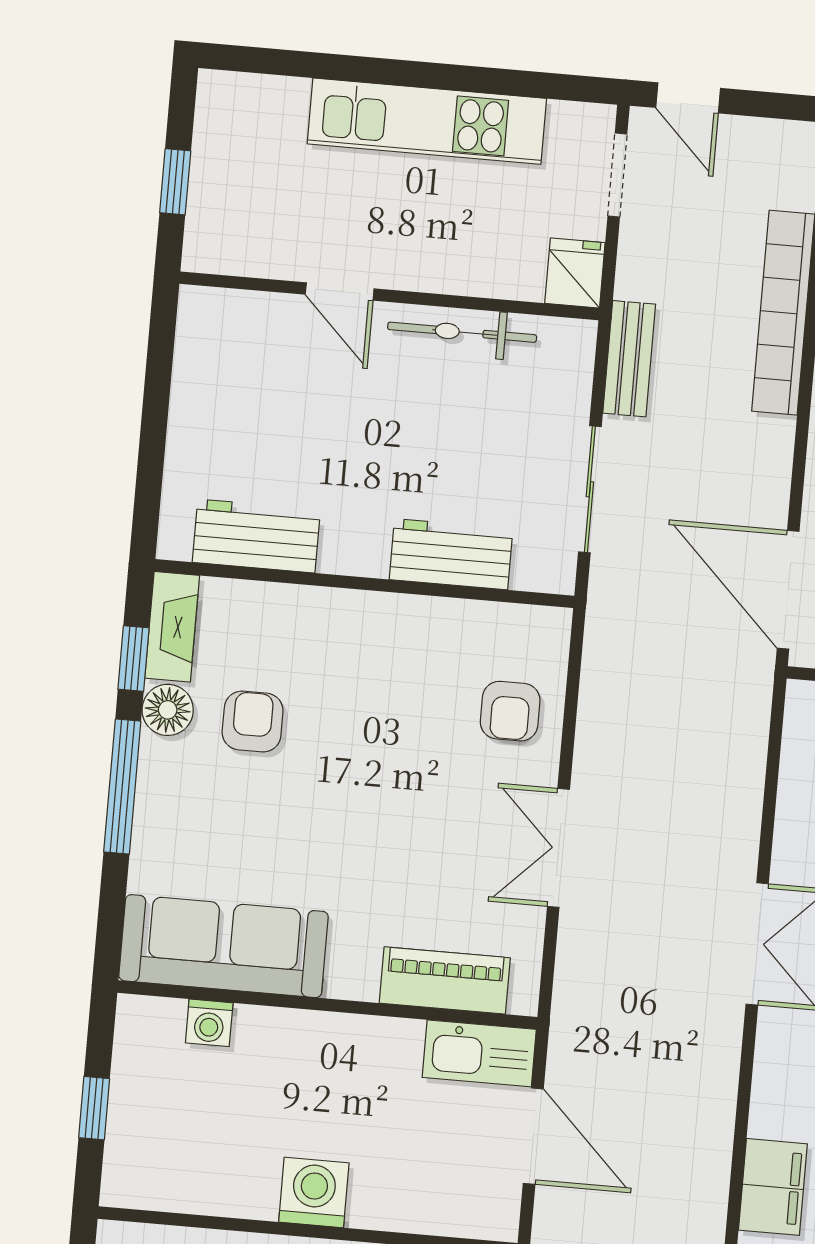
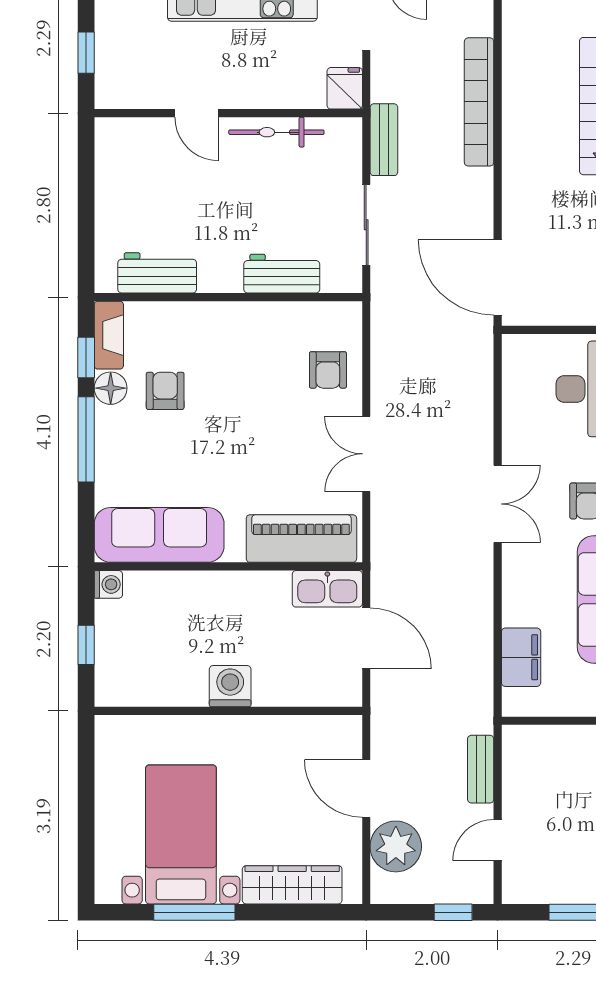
piano: (445, 980) -> (301, 539), width x1.37, depth x1.33
washing machine: (209, 1023) -> (108, 584), moved, turned -90

